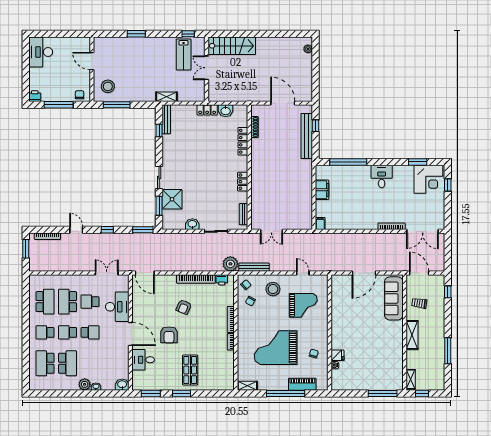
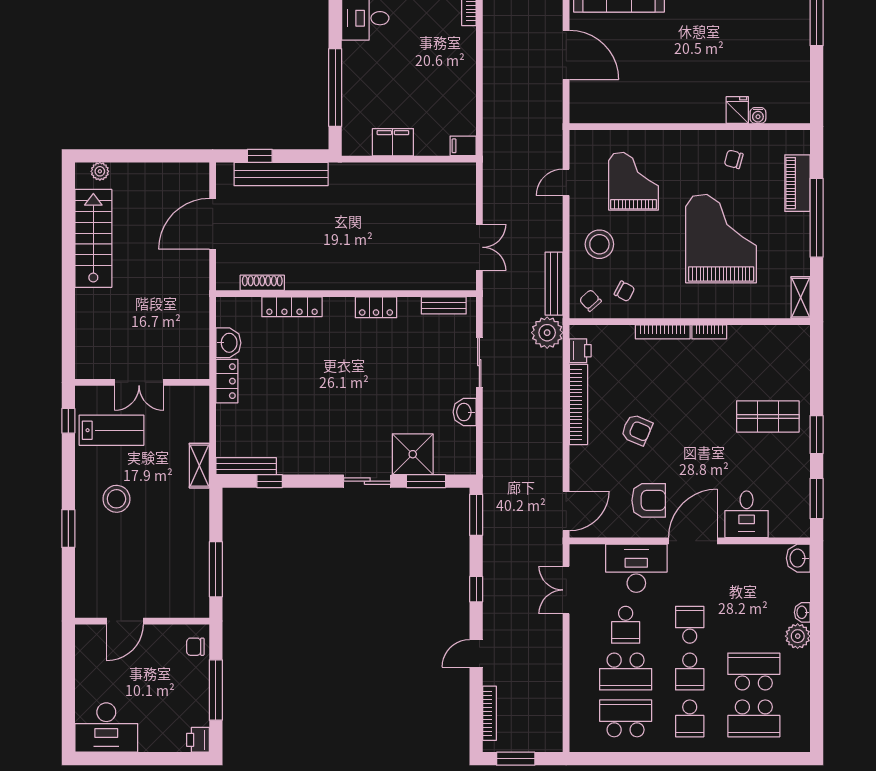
stairs: (232, 46) -> (93, 238), moved
stool: (108, 86) -> (116, 499), moved
armchair: (169, 335) -> (649, 500), moved
grand piano: (276, 348) -> (721, 239), turned 180

